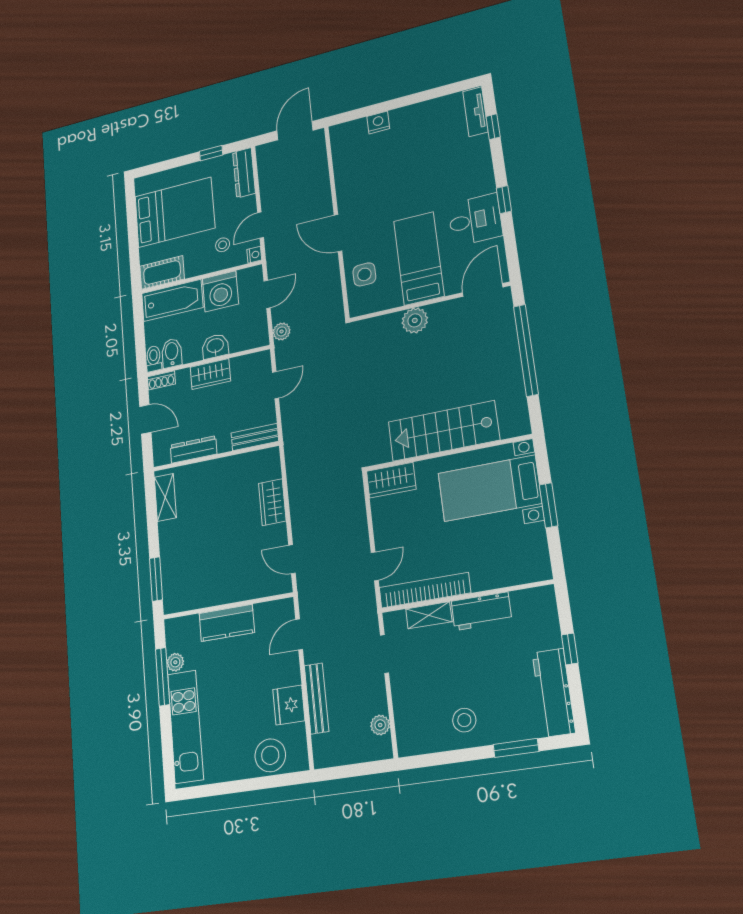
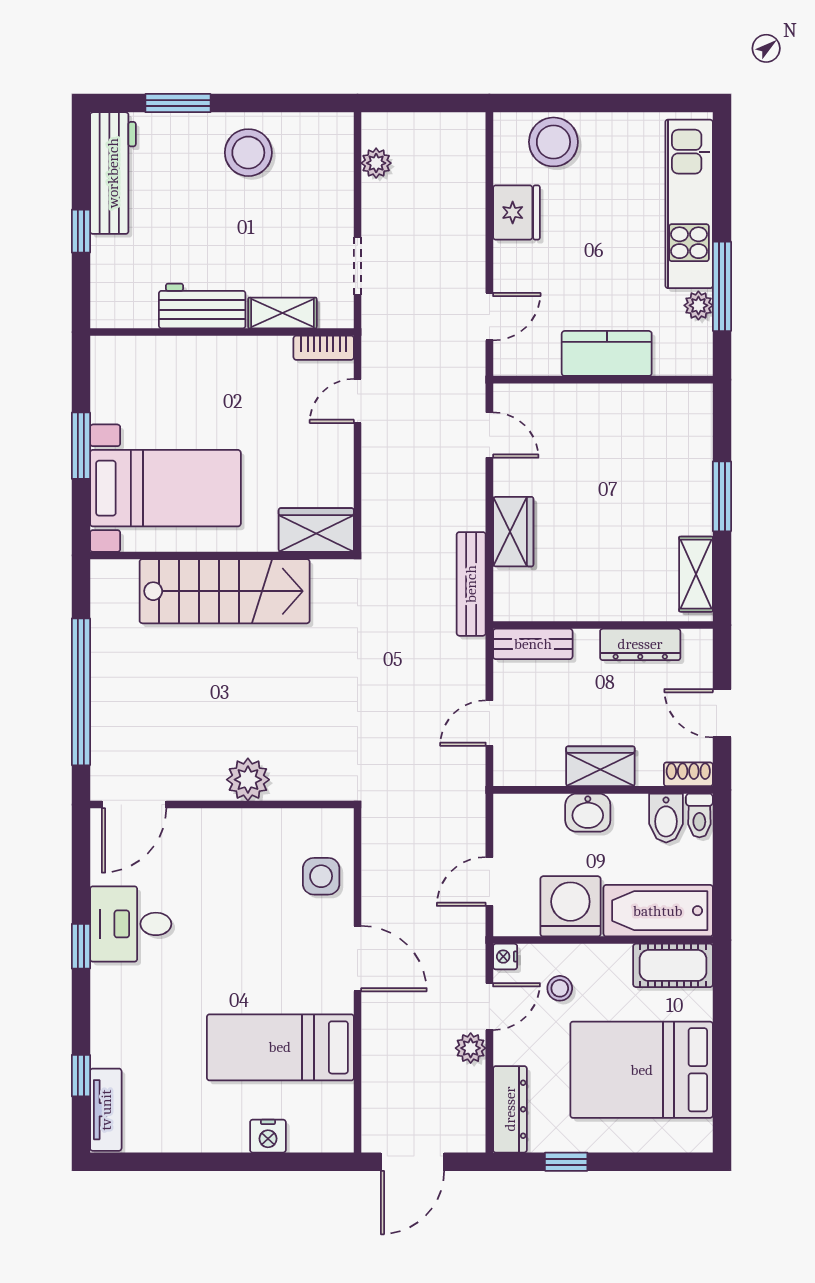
bed: (419, 258) -> (280, 1047), moved, turned 90
plant: (282, 331) -> (471, 1048), moved
window: (156, 579) -> (722, 496), moved
bookcase: (425, 590) -> (324, 348), width x0.43, depth x0.76
bench: (317, 698) -> (471, 584), moved
stool: (464, 720) -> (248, 153), width x1.38, depth x1.38

